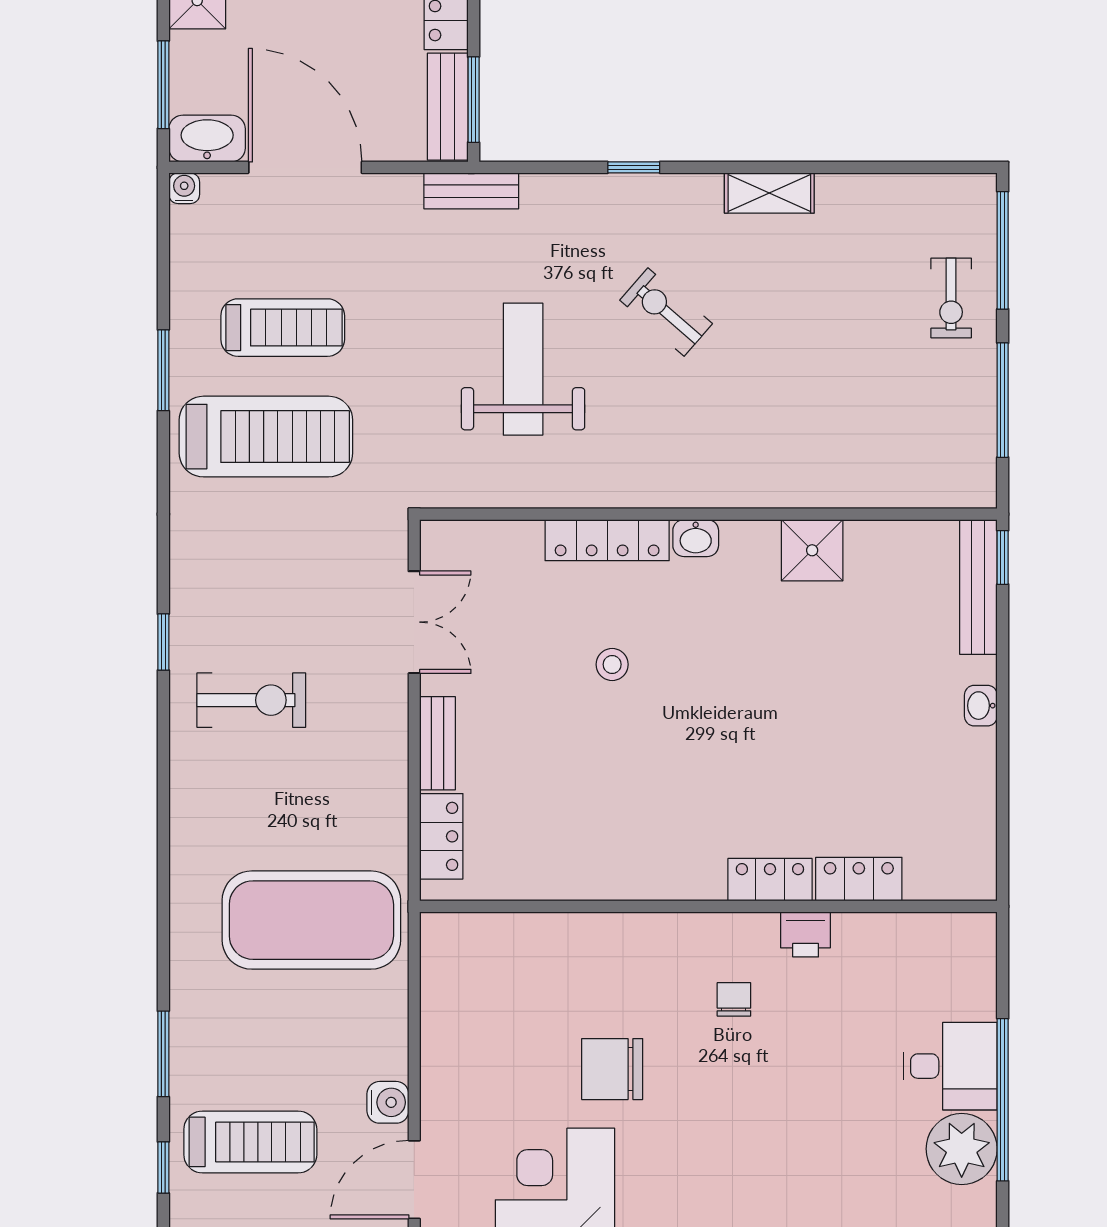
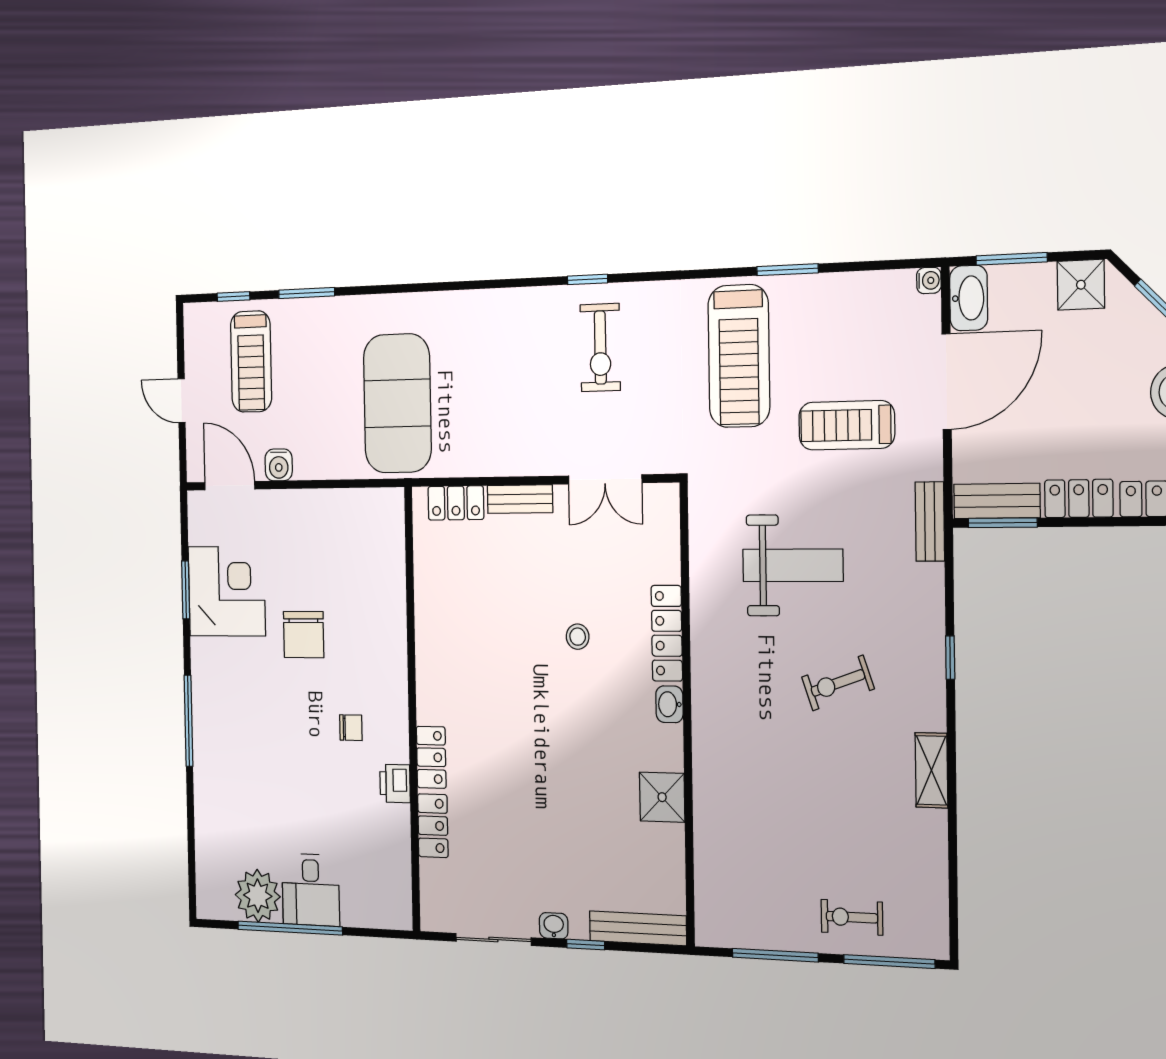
exercise bike: (666, 312) -> (838, 683), turned -150
treadmill: (283, 328) -> (847, 425), moved, turned 90
window: (1003, 557) -> (586, 945), moved
exercise bike: (251, 700) -> (600, 348), moved
sliding door: (1003, 793) -> (493, 939), added
chair: (612, 1069) -> (304, 635), turned 180

